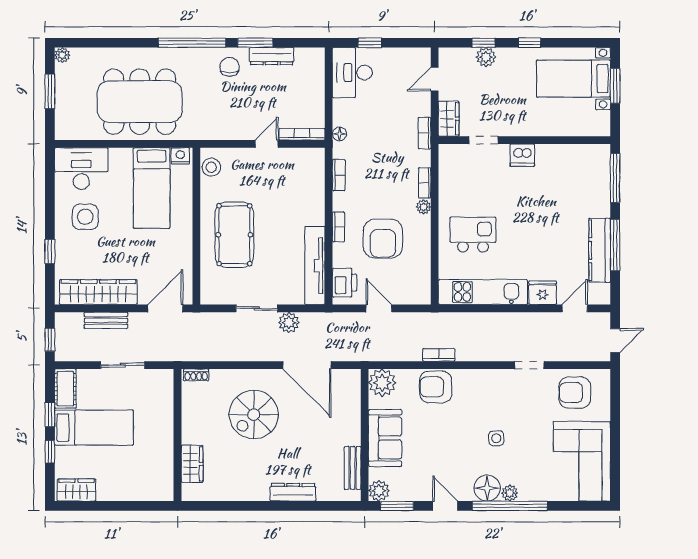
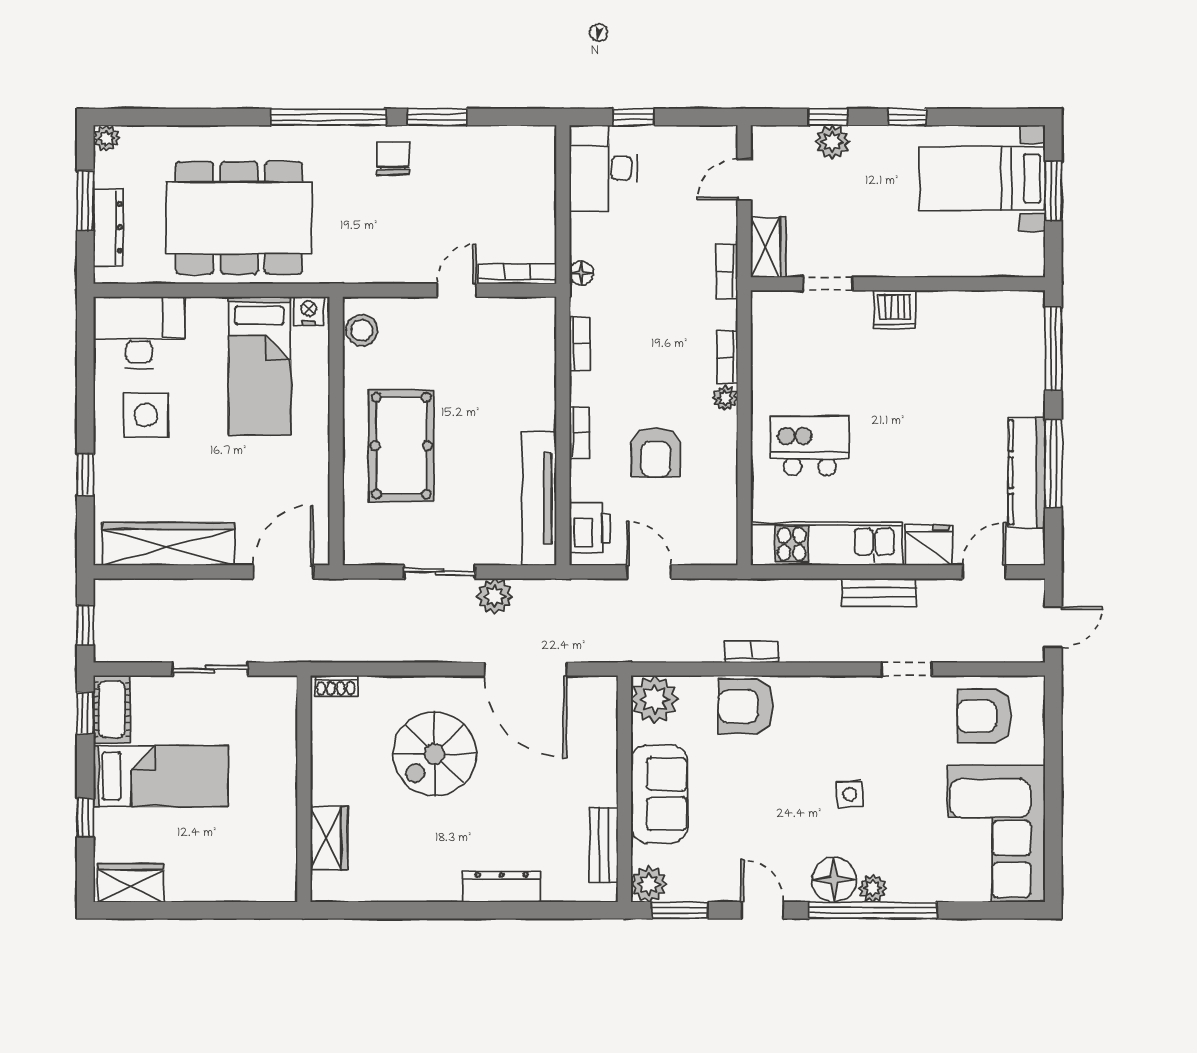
dresser: (272, 56) -> (108, 227), moved, turned -90
armchair: (383, 239) -> (656, 452), width x0.73, depth x0.73
bench: (106, 320) -> (879, 593), moved
window: (50, 414) -> (85, 713), moved

